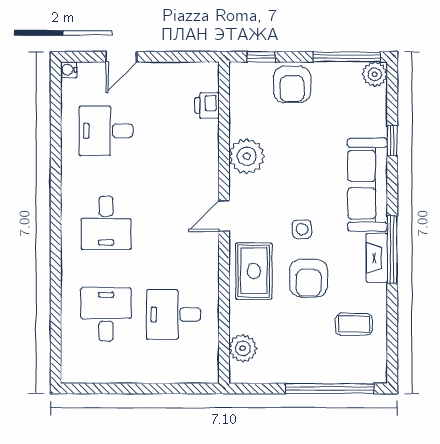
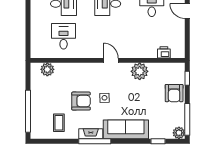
armchair: (292, 84) -> (174, 93), turned -90
window: (392, 141) -> (158, 141), moved
rug: (254, 271) -> (84, 75), removed
armchair: (309, 278) -> (81, 101), turned 180

